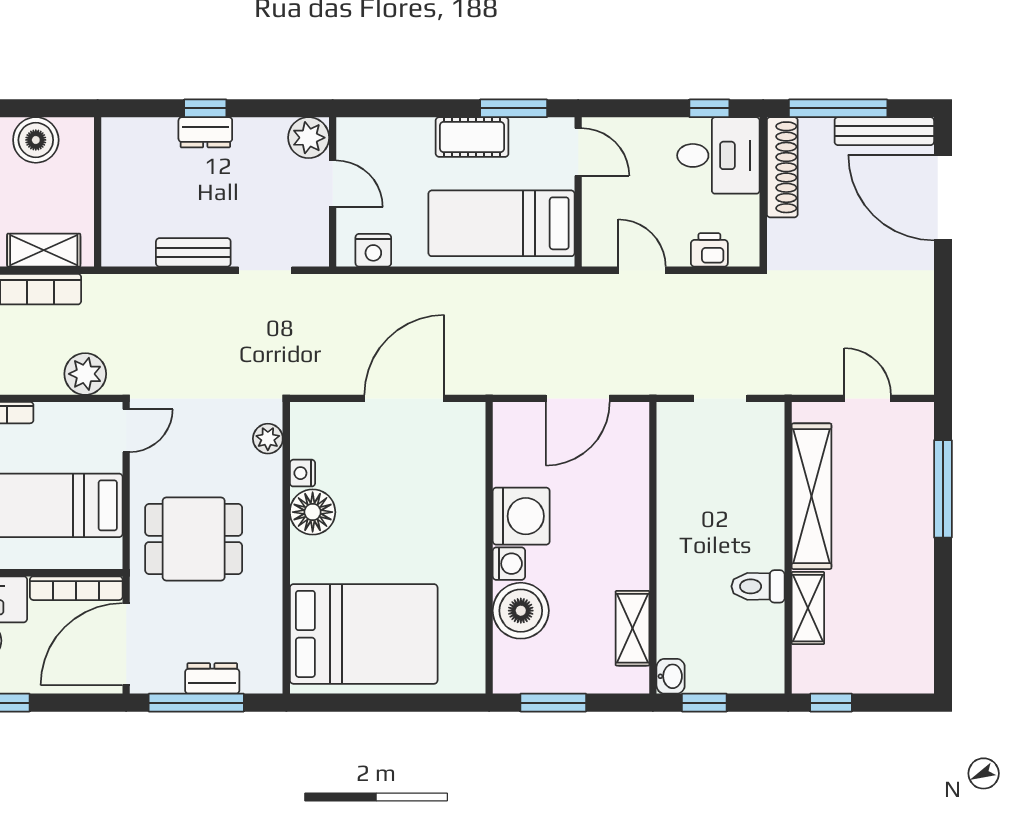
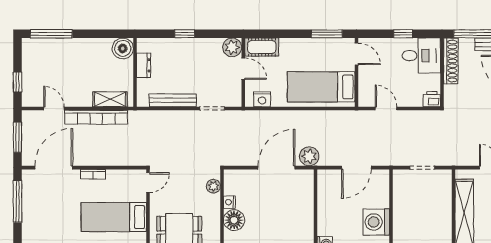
window: (709, 108) -> (403, 34), moved
dresser: (205, 132) -> (144, 65), moved, turned -90
cot: (472, 137) -> (262, 47), moved
boiler: (36, 140) -> (123, 48), moved
printer: (709, 250) -> (432, 99), moved
bench: (193, 252) -> (173, 100), width x1.36
plant: (85, 374) -> (309, 156), moved
washing machine: (521, 516) -> (376, 222), moved, turned 180

